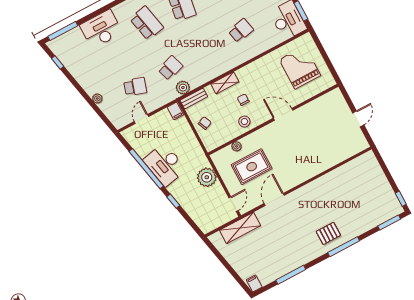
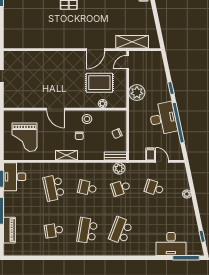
school desk: (147, 23) -> (121, 231), turned 33
desk: (101, 29) -> (171, 244), moved
school desk: (241, 31) -> (54, 188), width x1.85
school desk: (206, 49) -> (87, 188), added
shelving: (225, 83) -> (67, 155), moved
filing cabinet: (175, 111) -> (150, 154), moved
door: (141, 119) -> (162, 161), swing flipped

